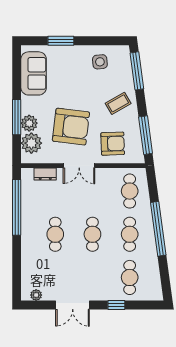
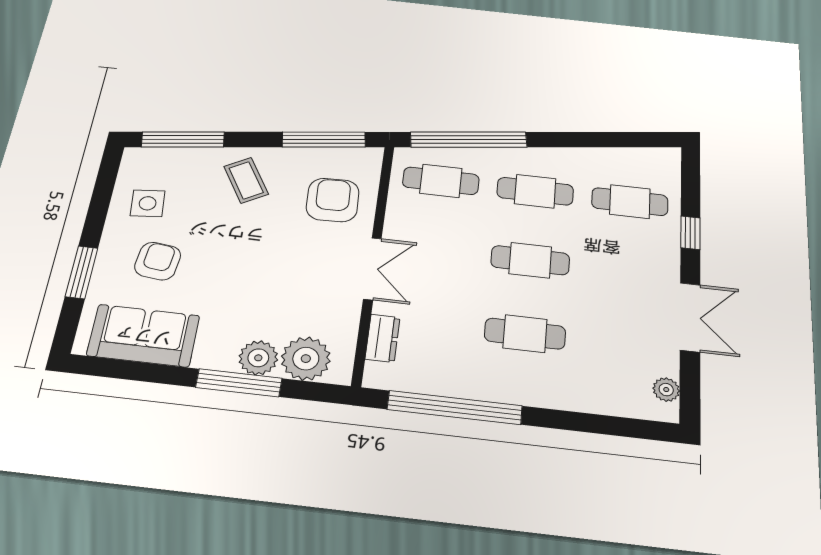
armchair: (71, 127) -> (158, 261), moved, width x0.53, depth x0.53
window: (158, 229) -> (469, 140), moved

